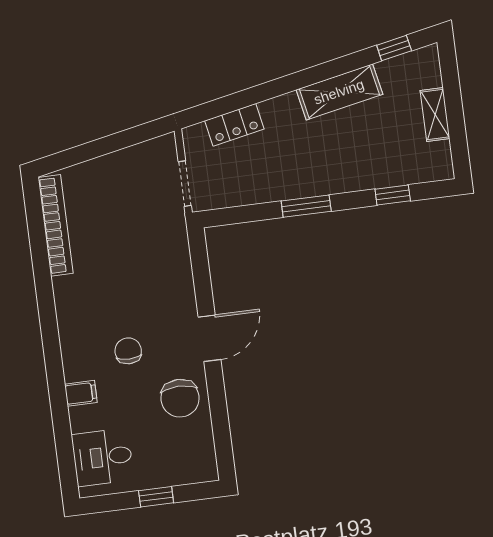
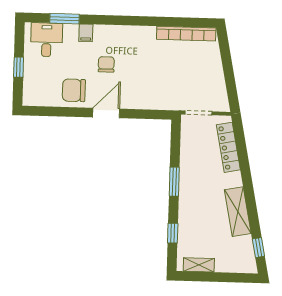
shelving: (435, 114) -> (199, 265), moved
locker: (234, 125) -> (228, 147), width x1.53
door: (210, 338) -> (106, 113), swing flipped
chair: (128, 351) -> (106, 64), turned -90
window: (63, 433) -> (65, 19), added

